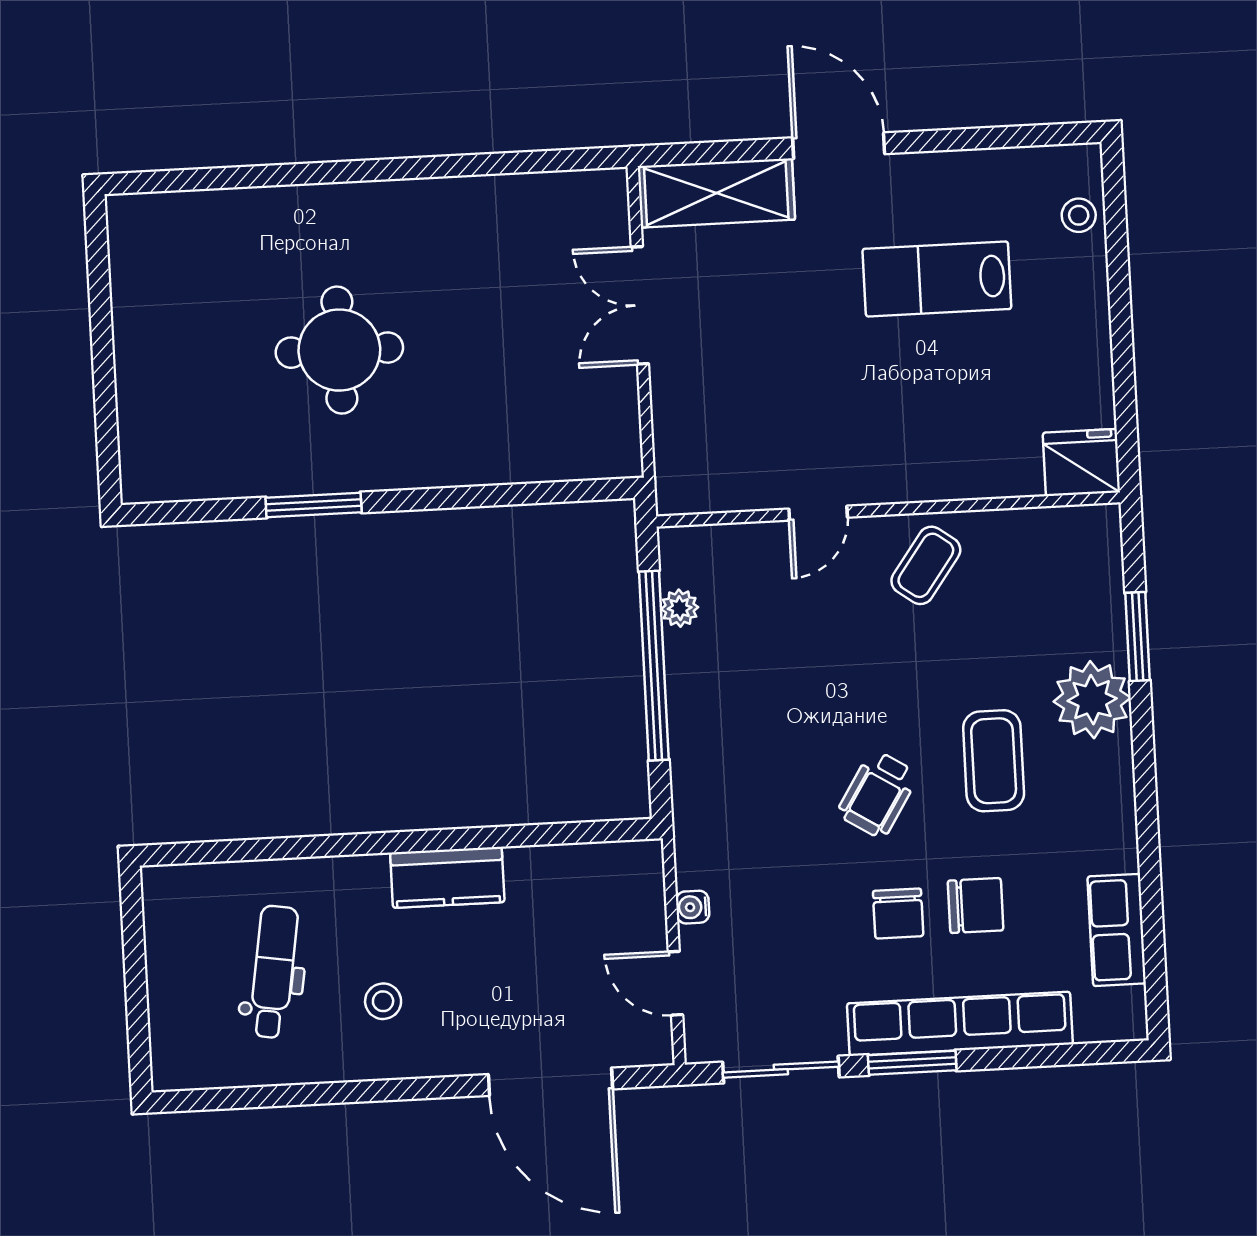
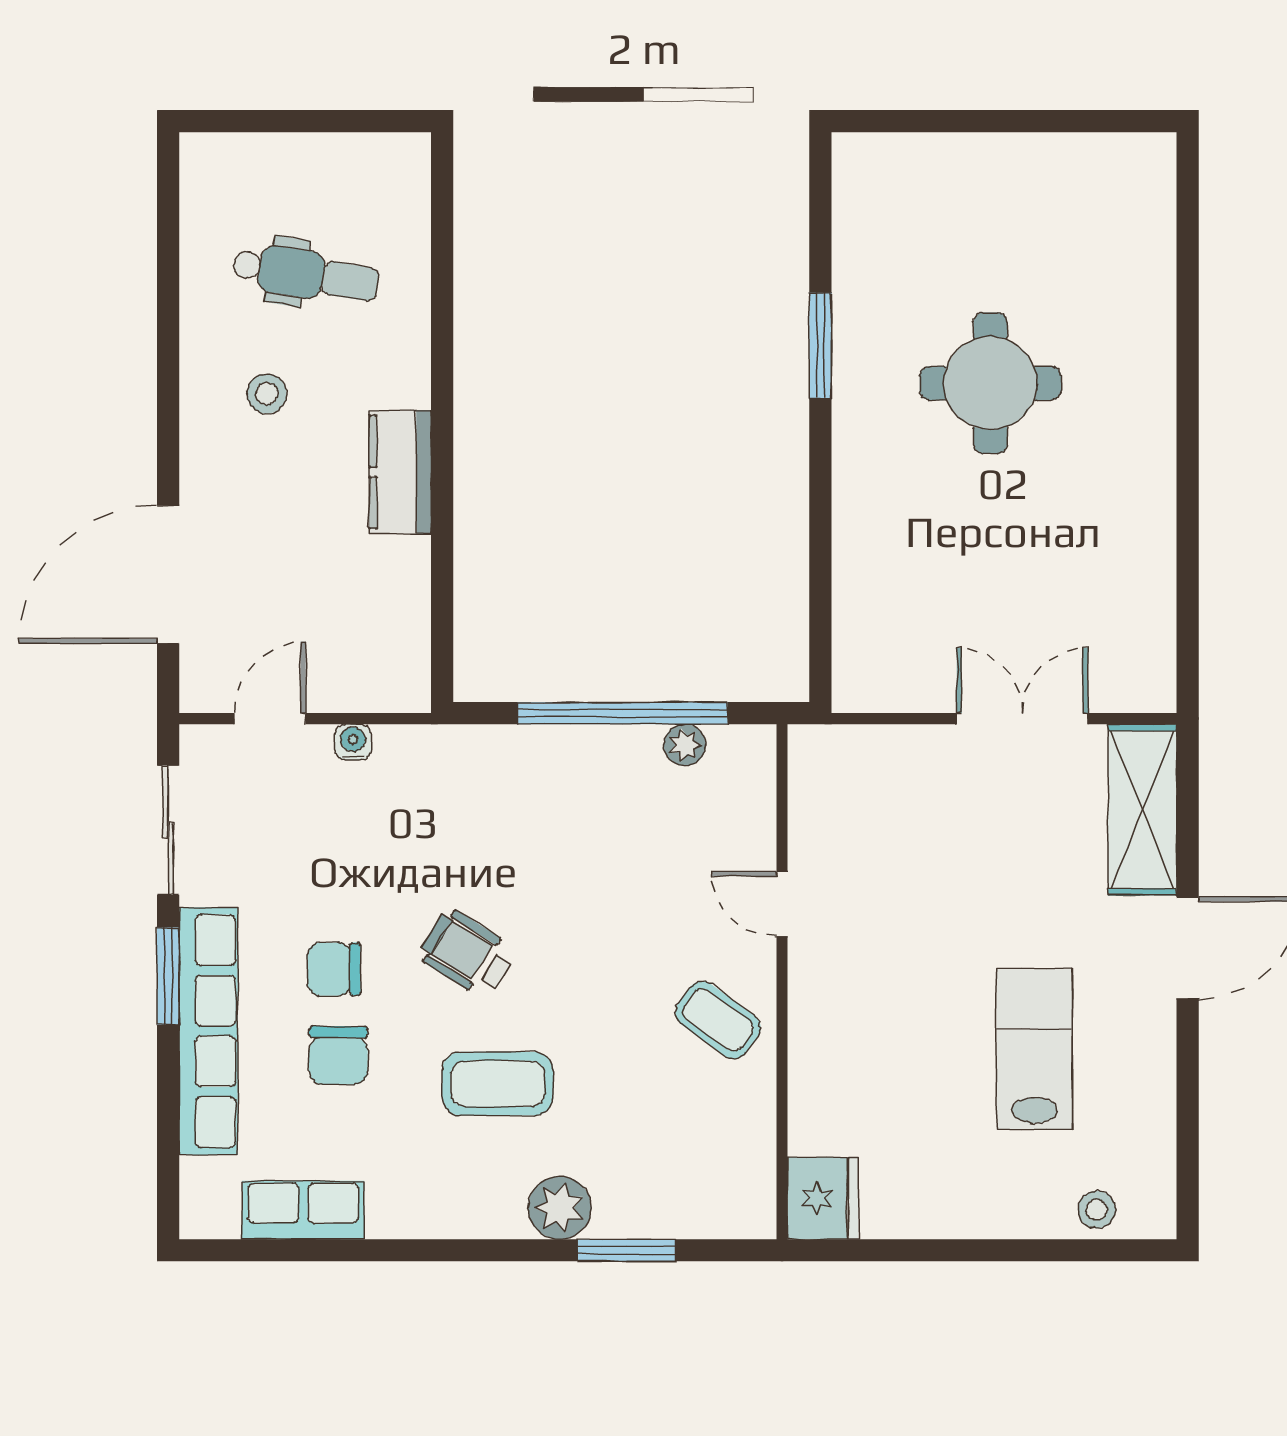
plant: (1092, 700) -> (560, 1208), width x0.73, depth x0.73

